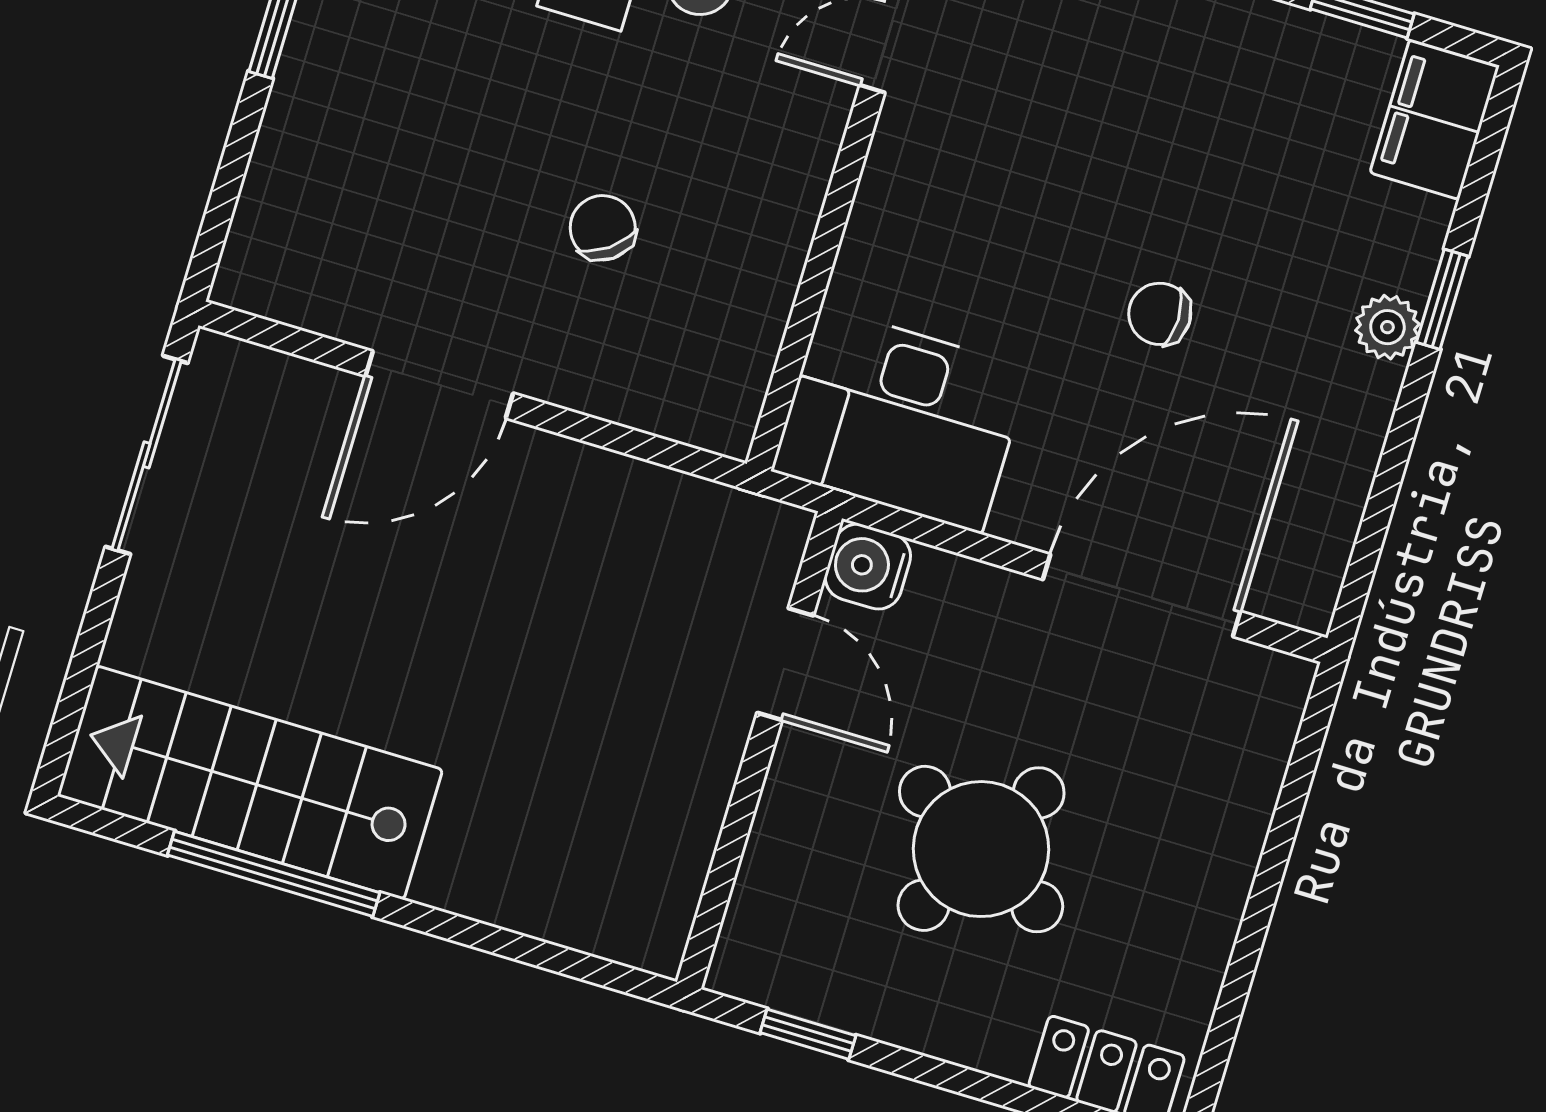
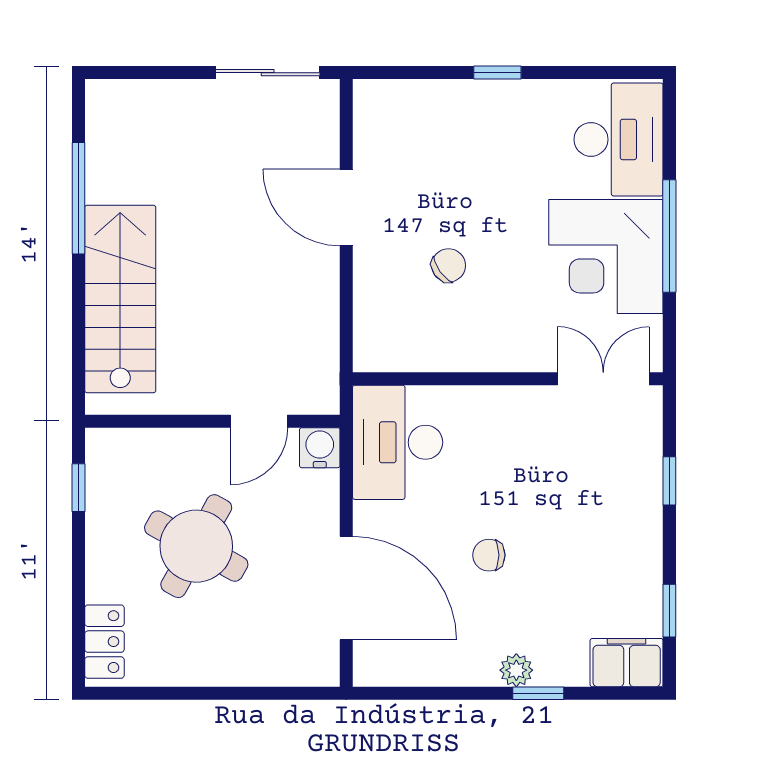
chair: (1160, 314) -> (489, 555), turned -90
stairs: (250, 783) -> (120, 299), moved

